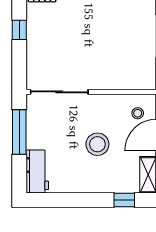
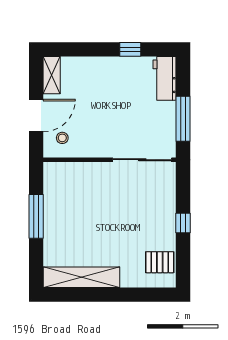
stool: (97, 144) -> (103, 106), removed
window: (124, 200) -> (130, 49), moved

